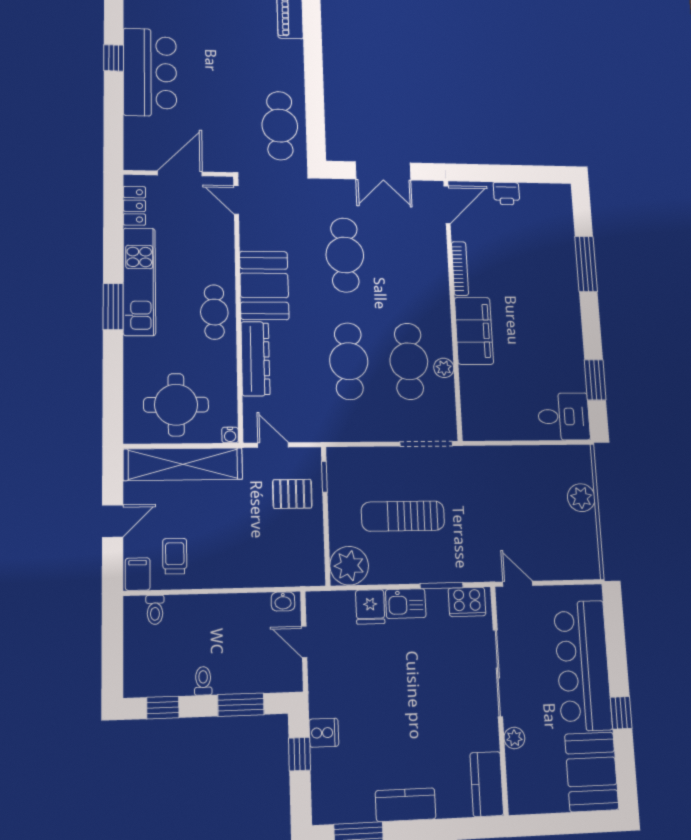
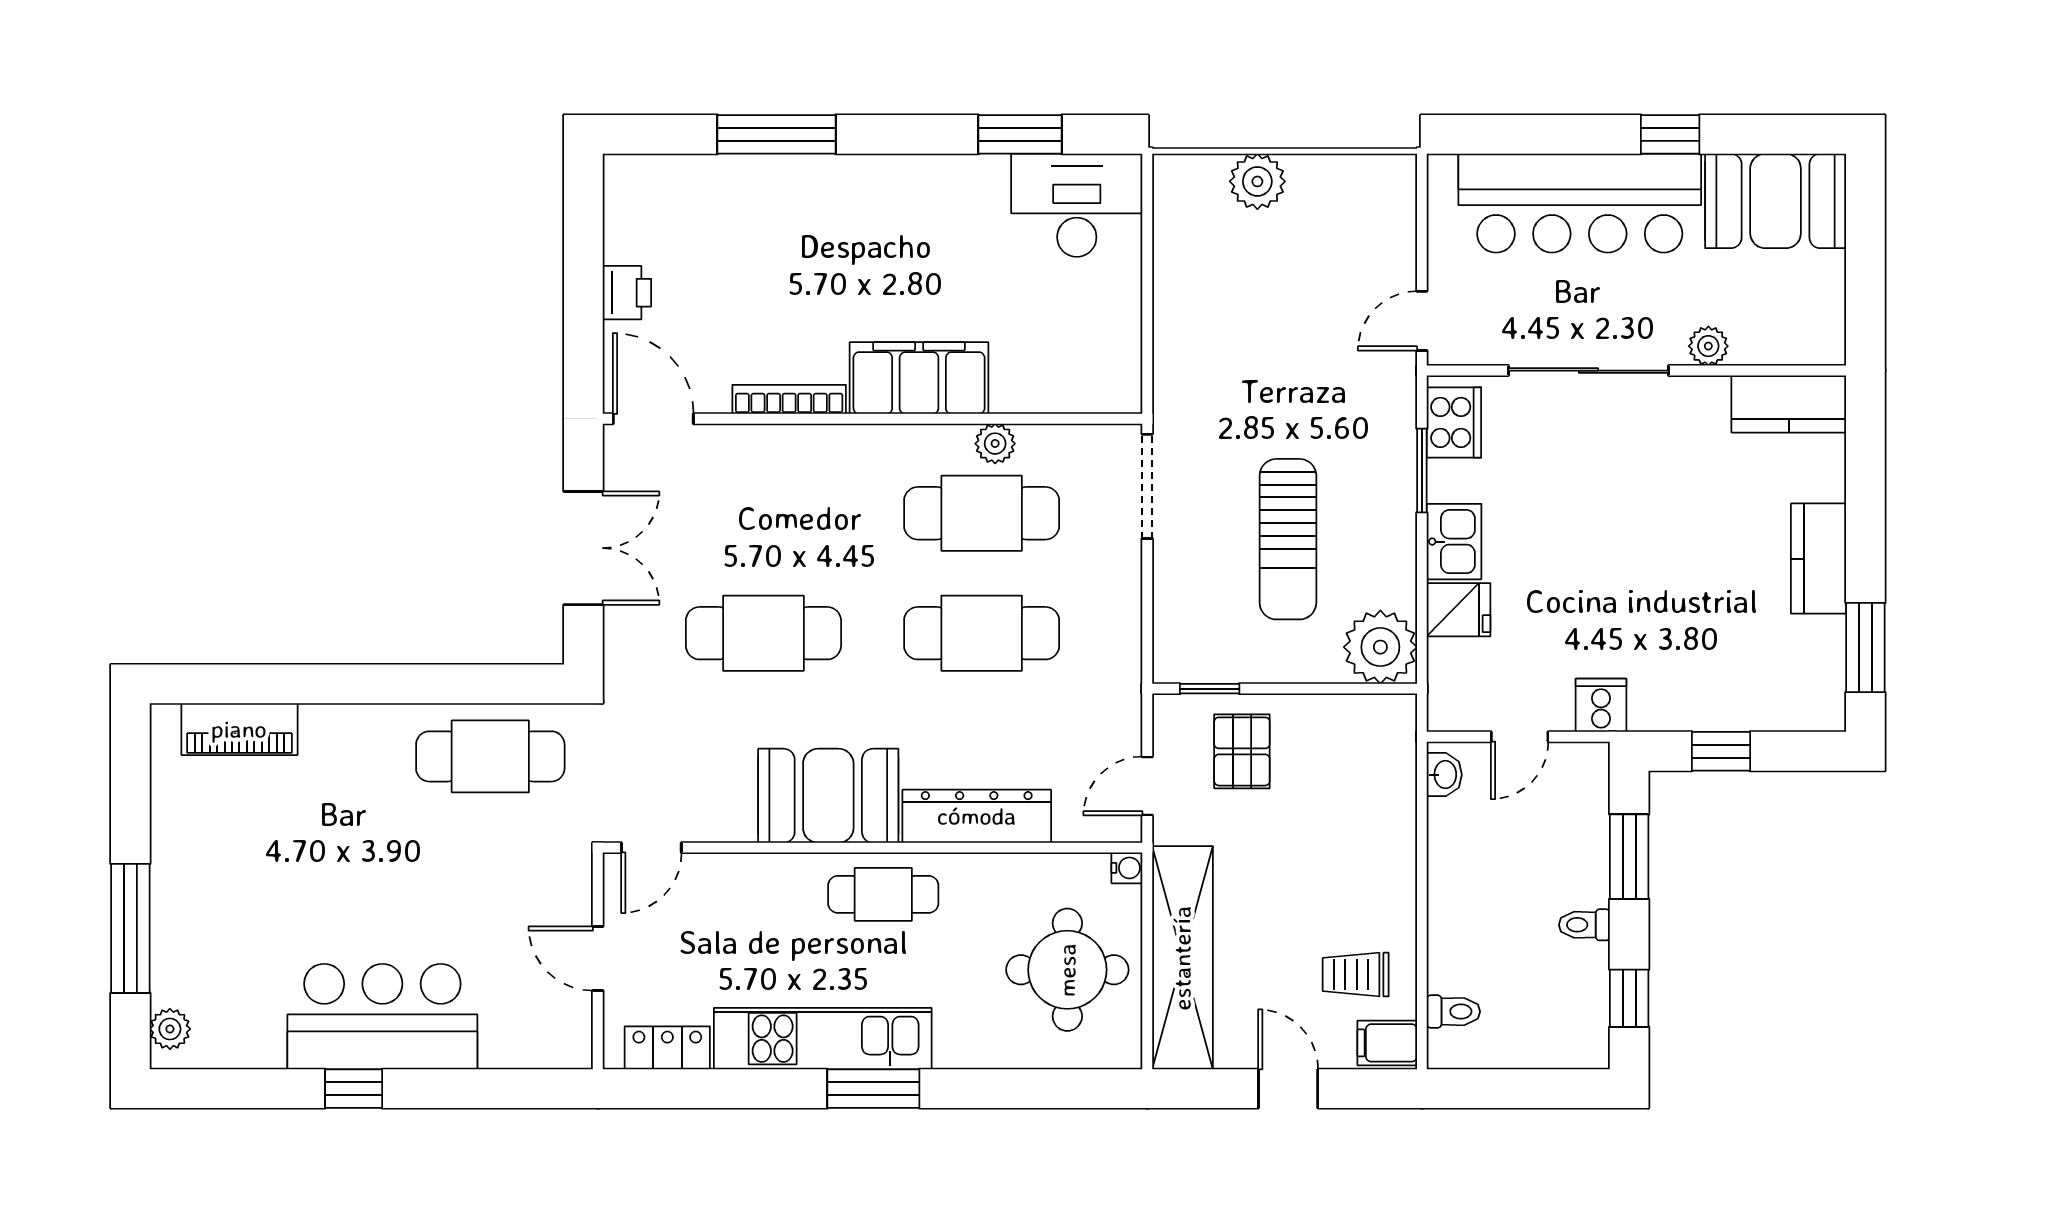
door: (180, 173) -> (598, 959), width x0.73
desk: (564, 416) -> (1077, 205), width x1.37
cooker: (324, 733) -> (1601, 705), moved

